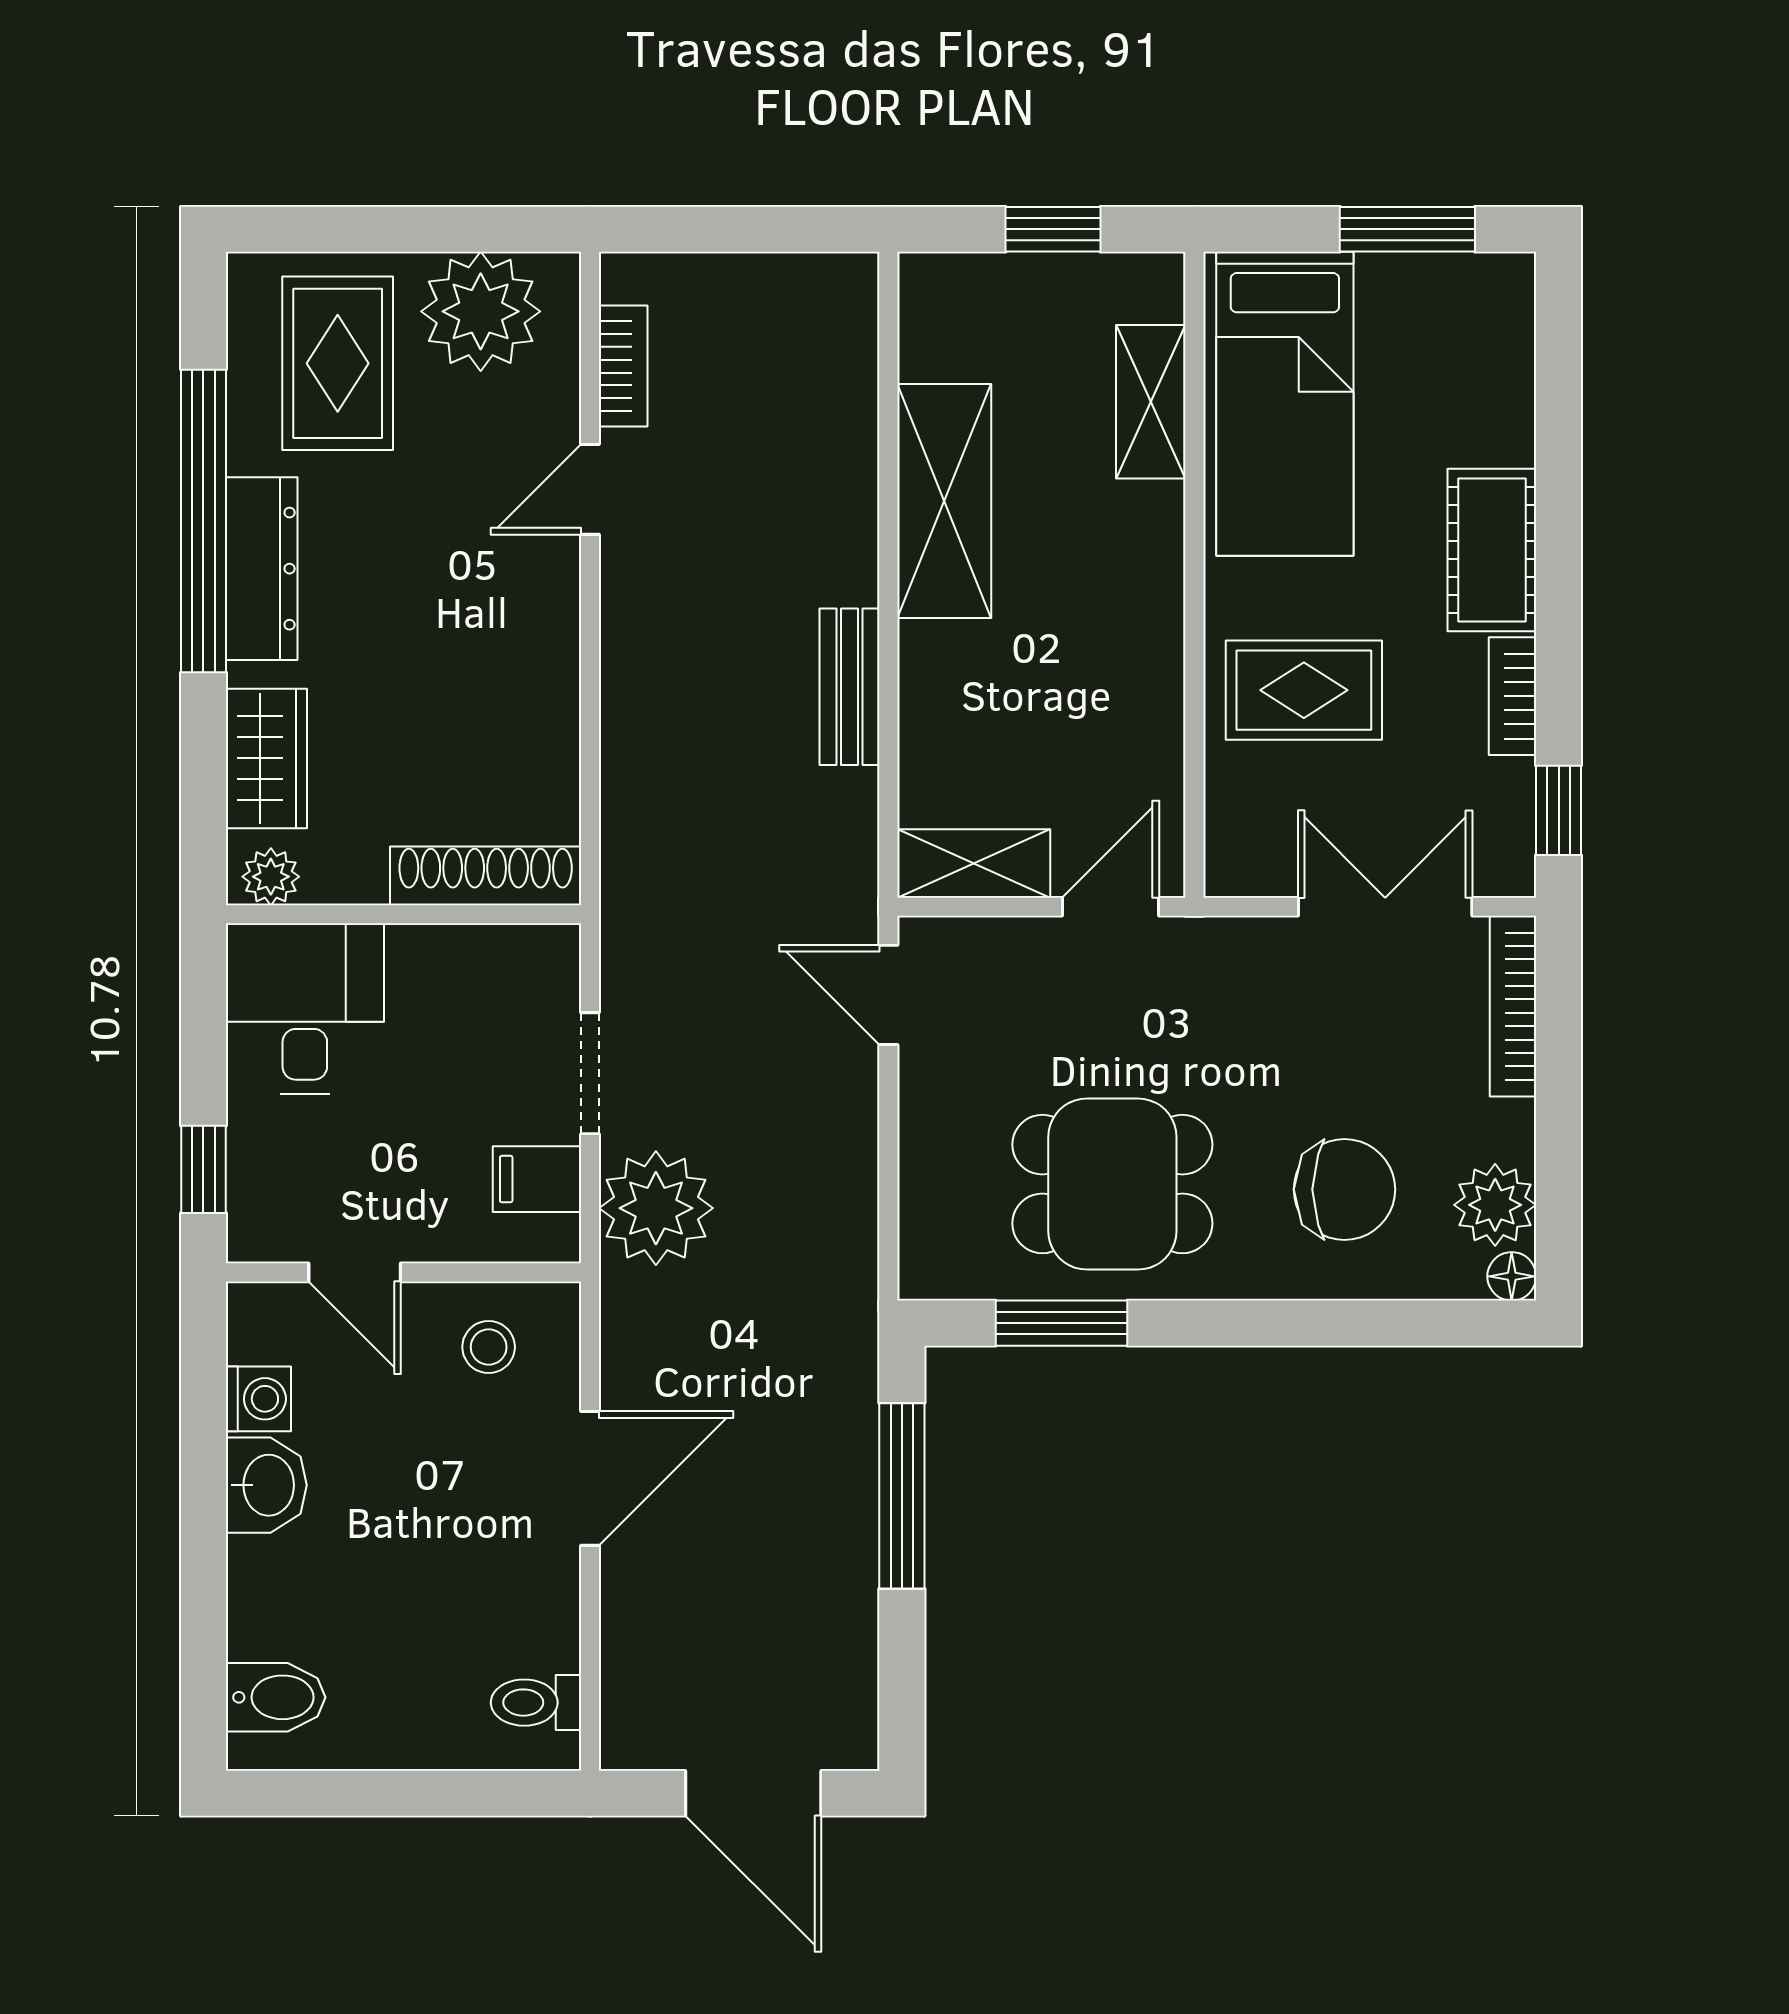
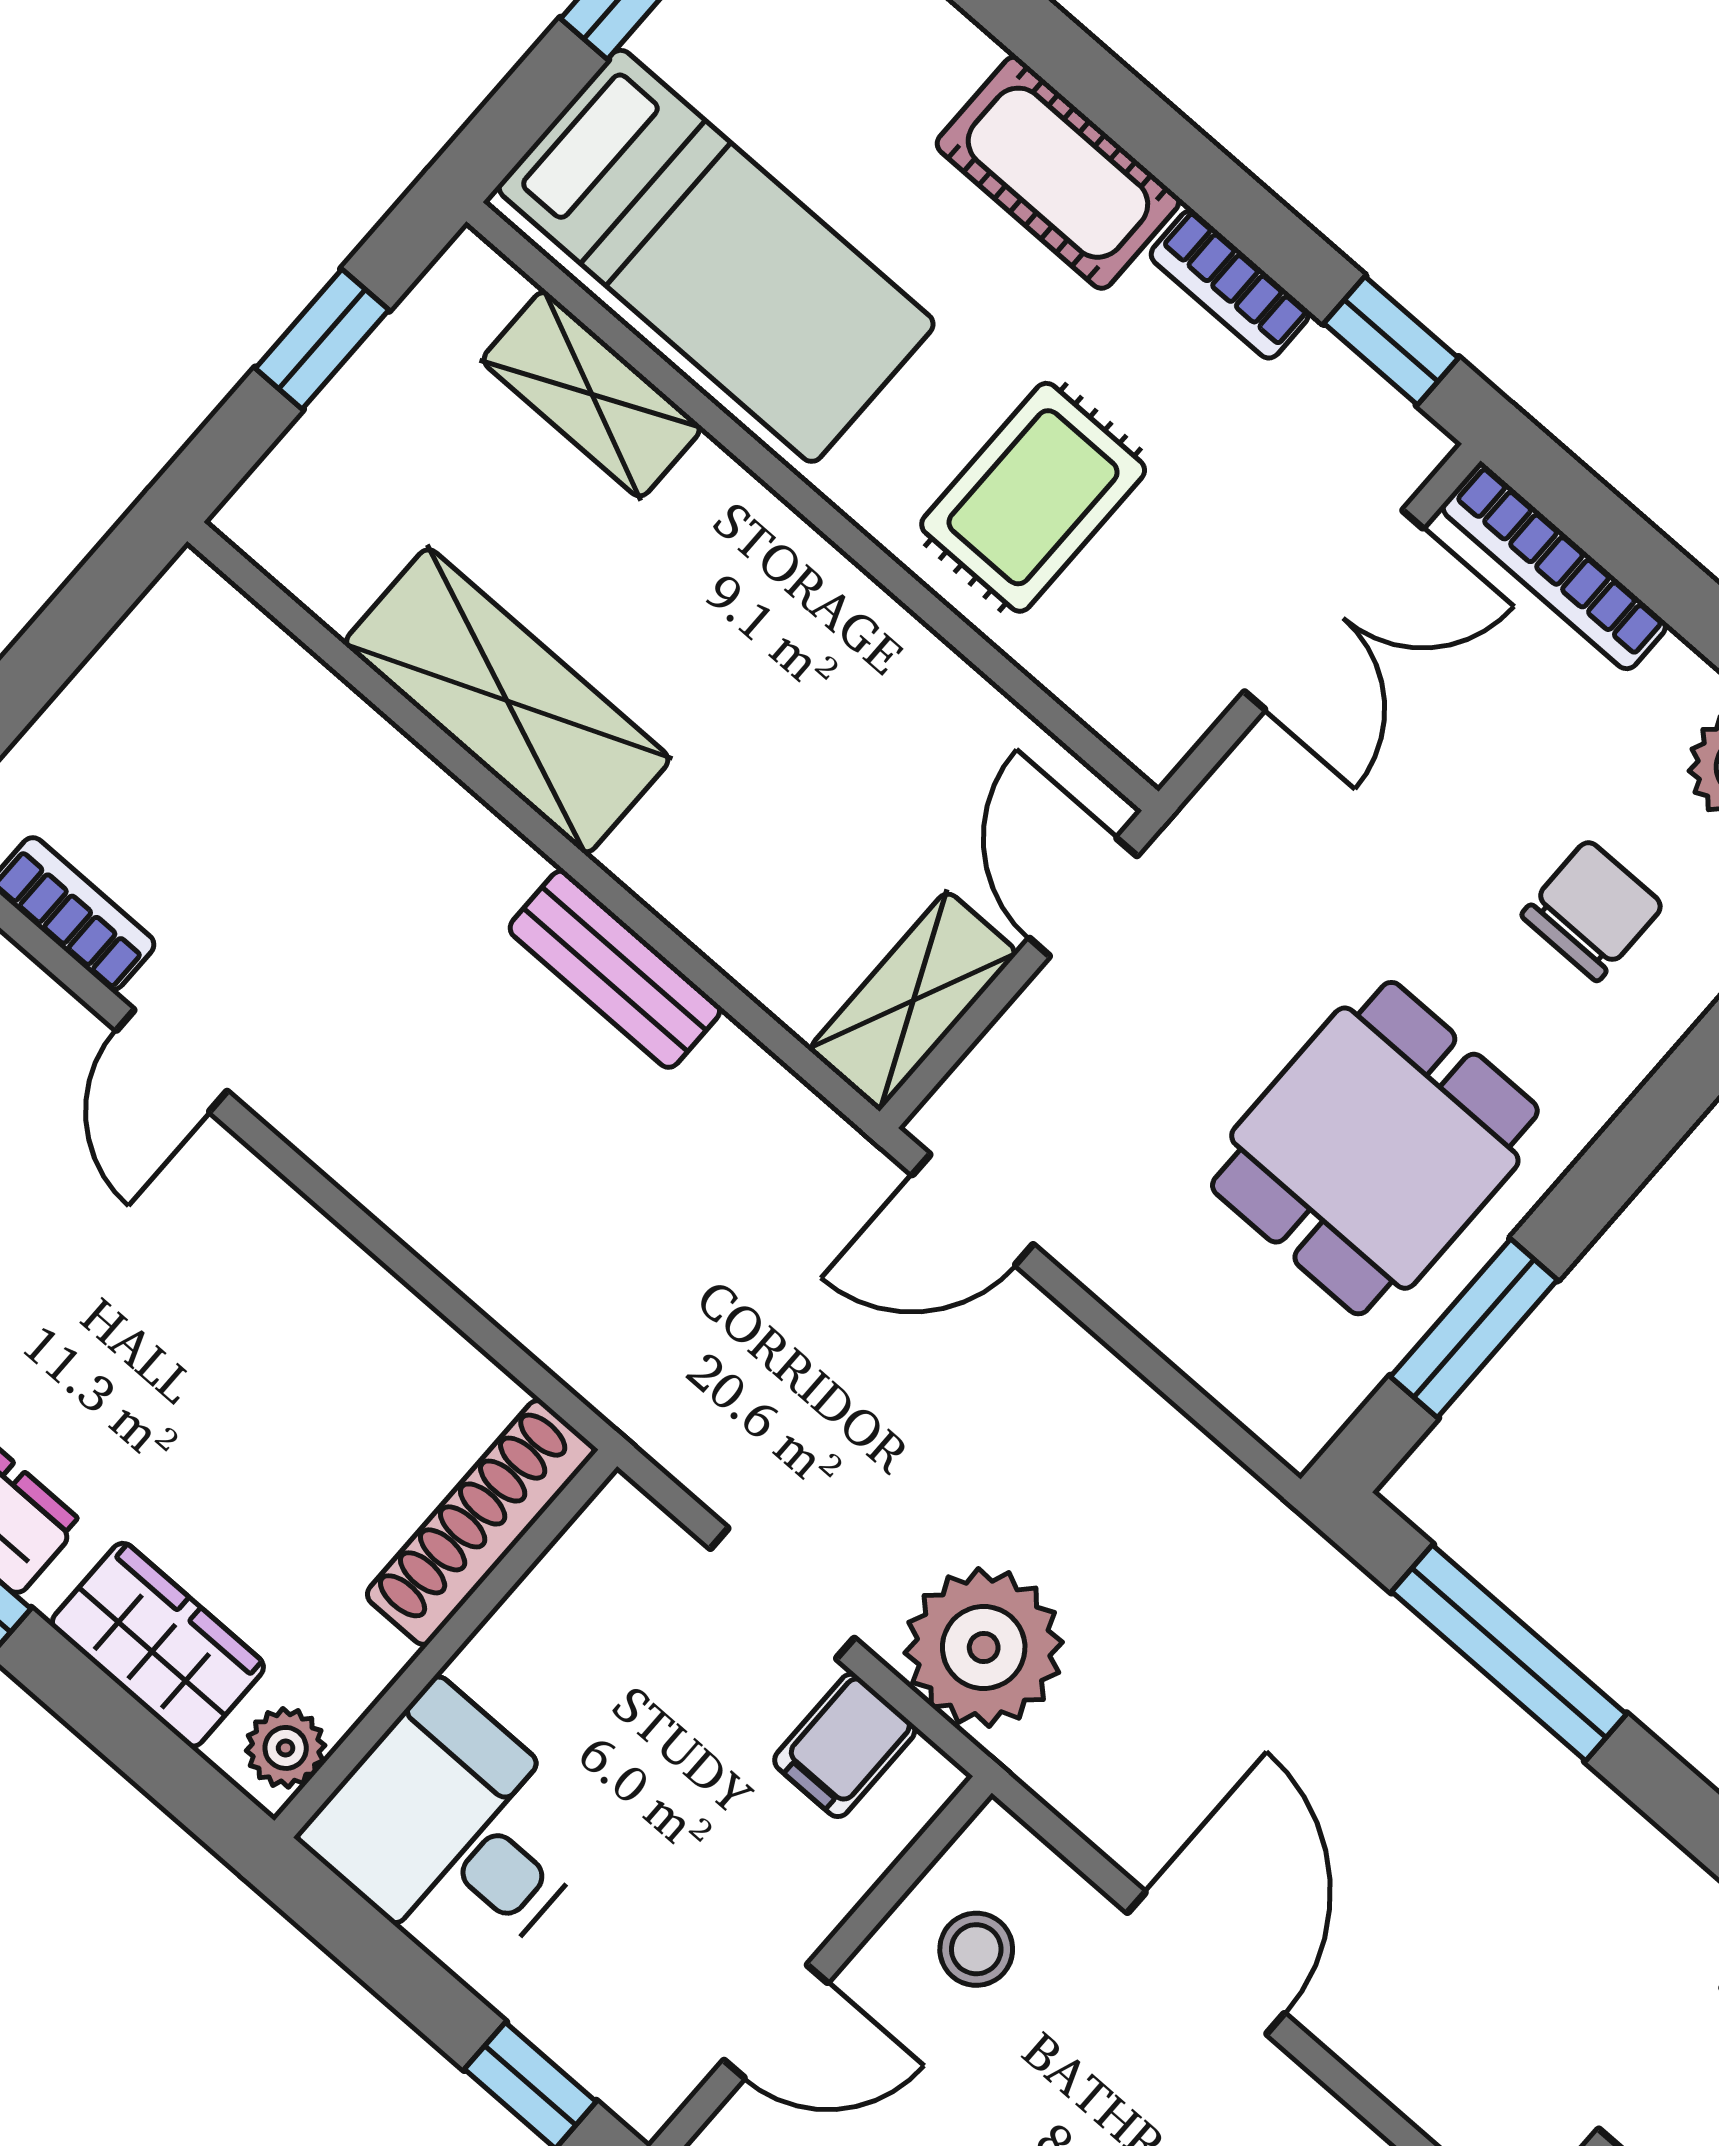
double door: (1385, 907) -> (1334, 610), swing flipped
chair: (1344, 1189) -> (1592, 910), width x0.73, depth x0.73

